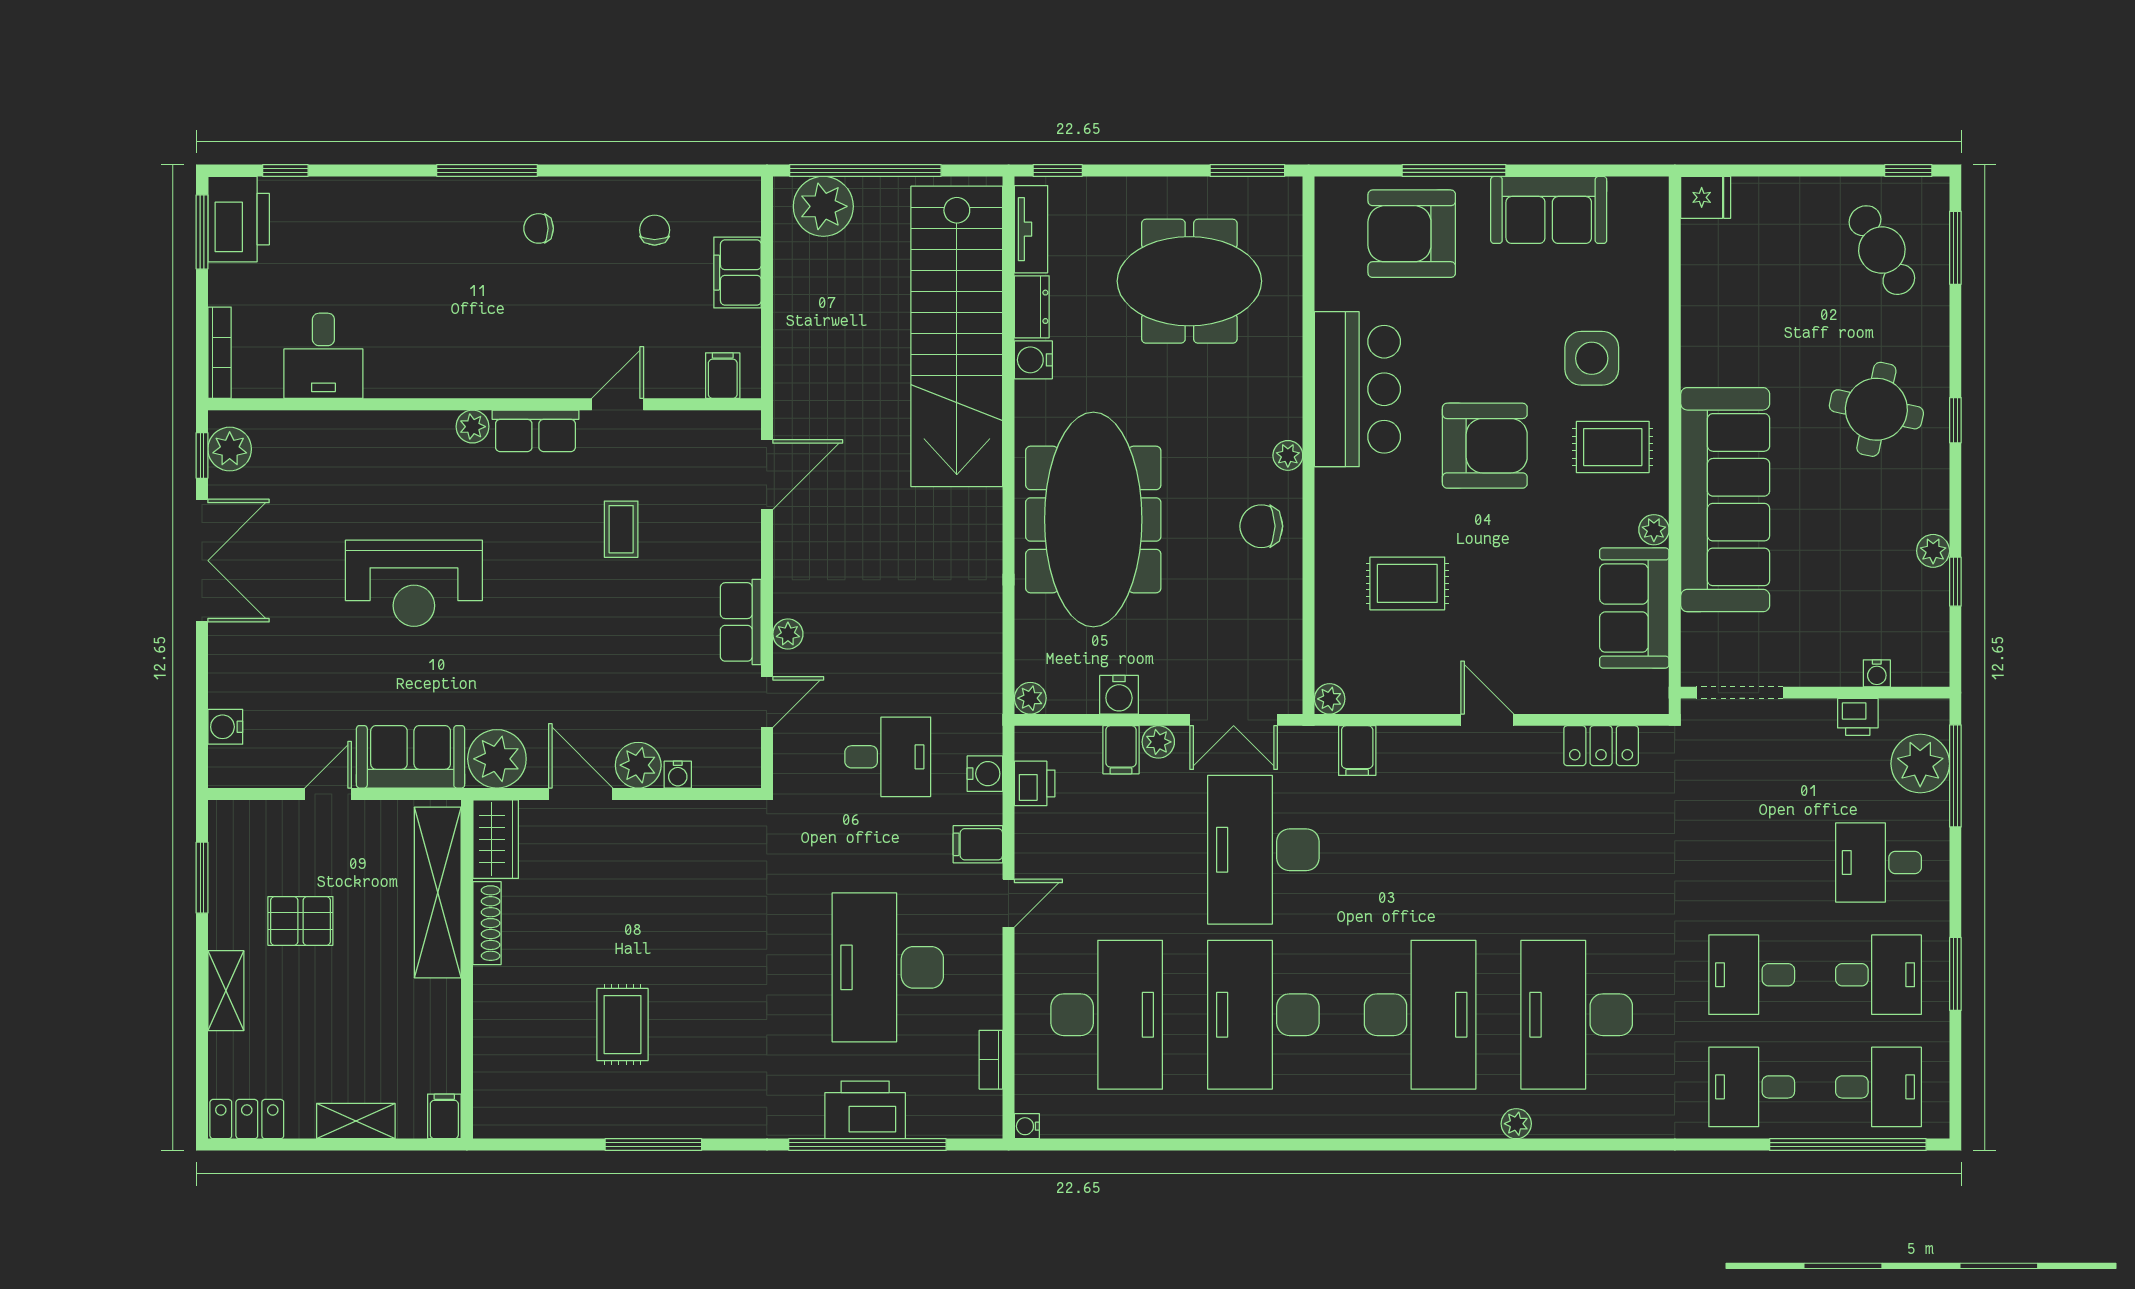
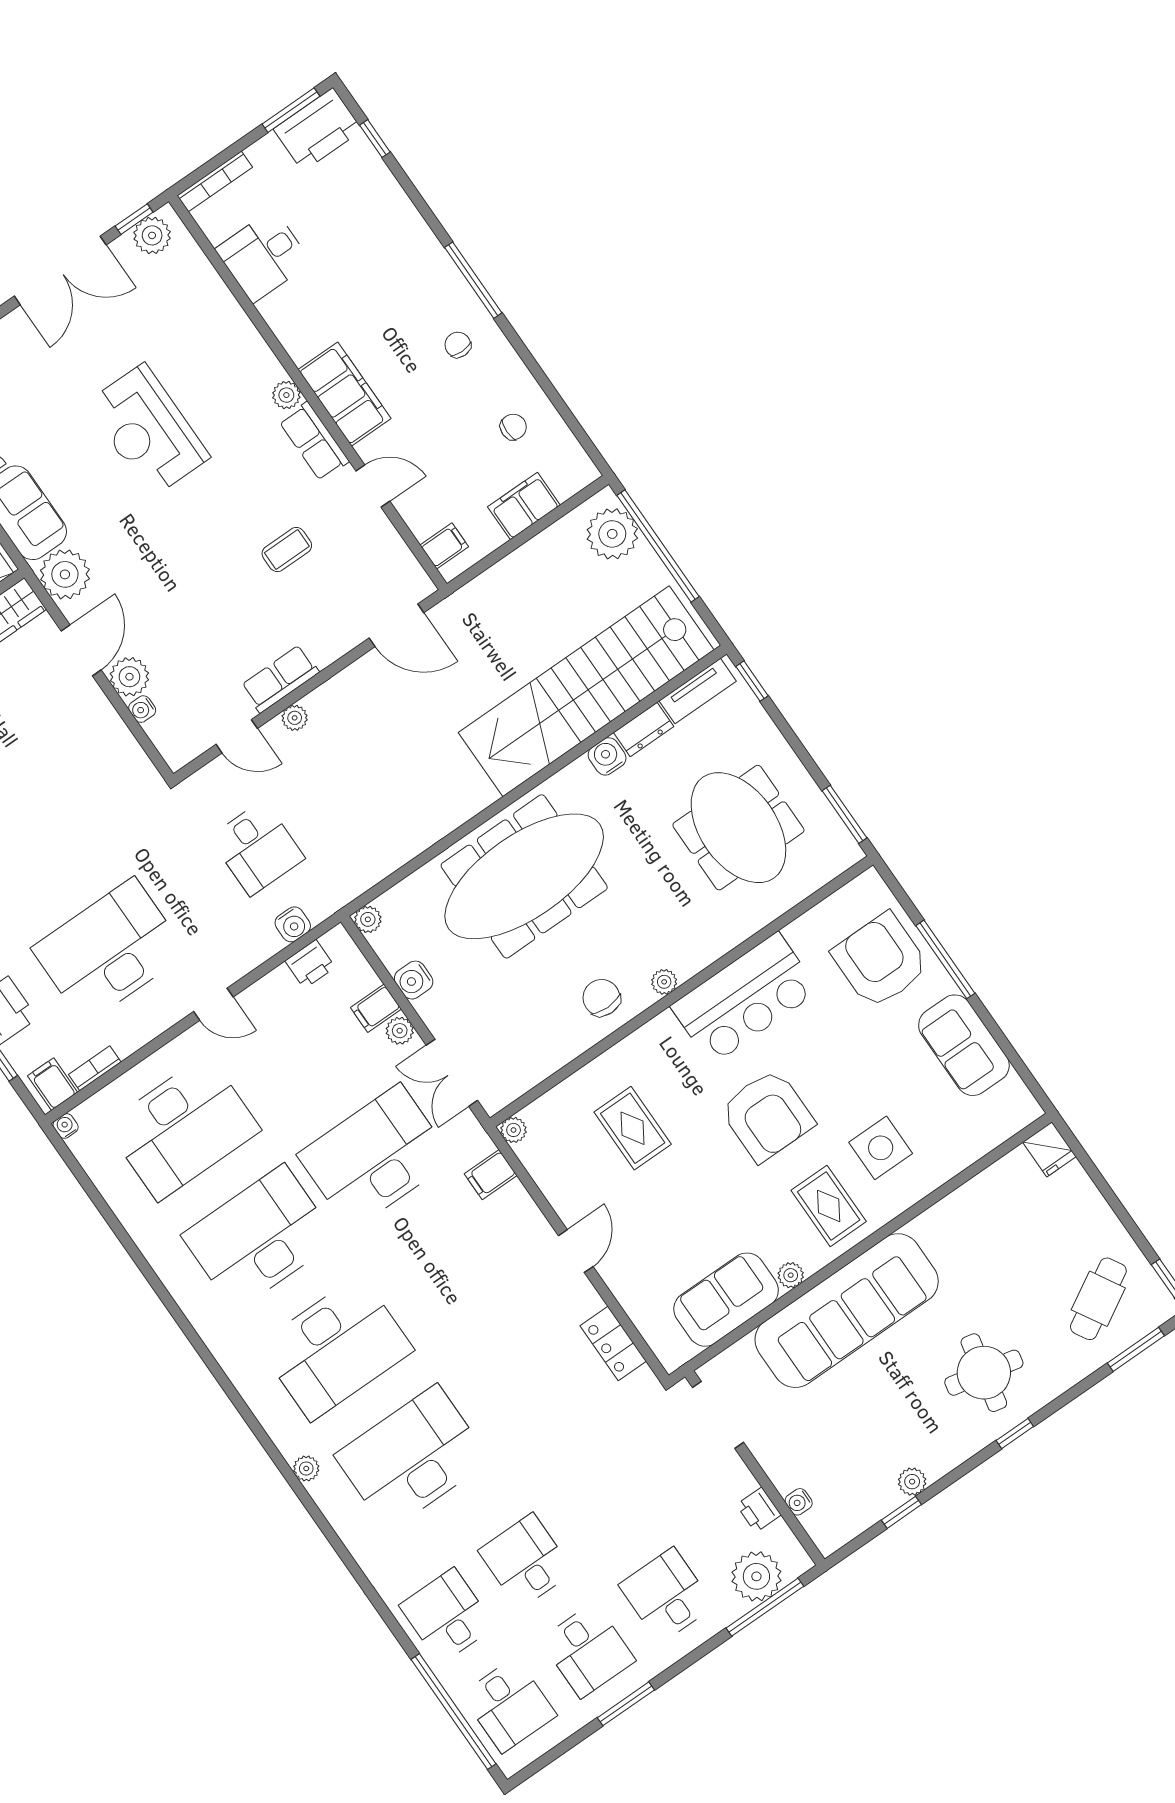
filing cabinet: (510, 370) -> (344, 394), added
filing cabinet: (978, 844) -> (53, 1084), moved

